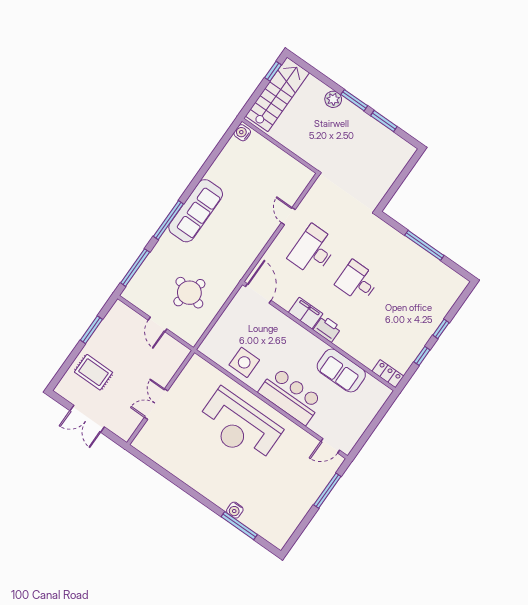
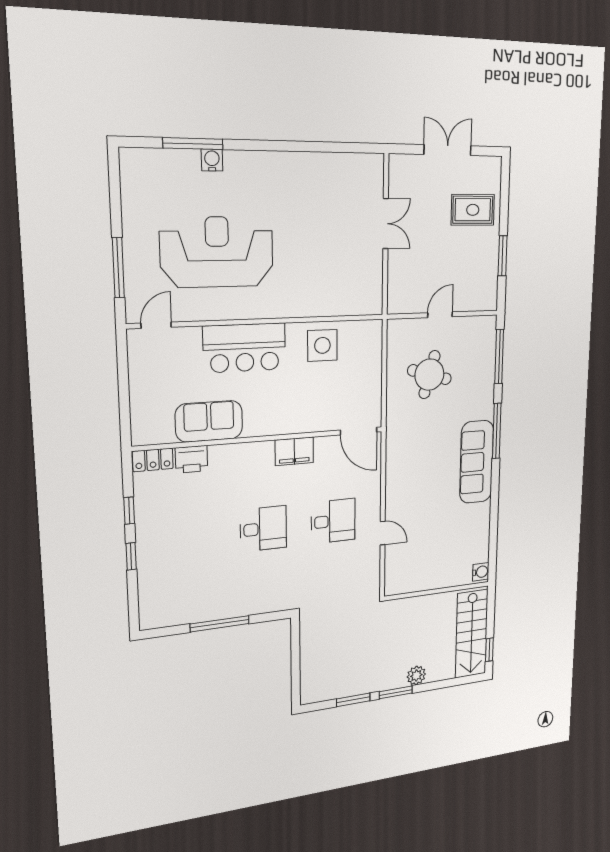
desk: (313, 251) -> (333, 521), width x0.73
door: (158, 324) -> (440, 315), hinge flipped
printer: (327, 329) -> (192, 459), moved
reception desk: (239, 426) -> (217, 252), moved

